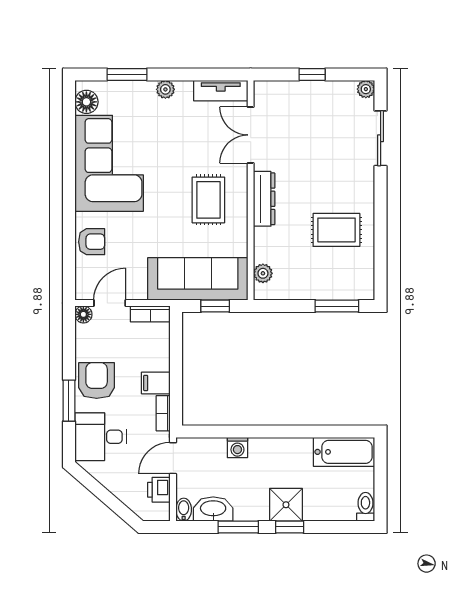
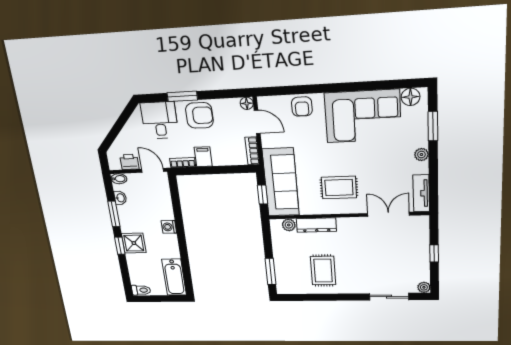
dresser: (264, 199) -> (316, 225), moved
washing machine: (237, 448) -> (169, 227), moved
washbasin: (213, 509) -> (120, 198), width x0.52, depth x0.69

